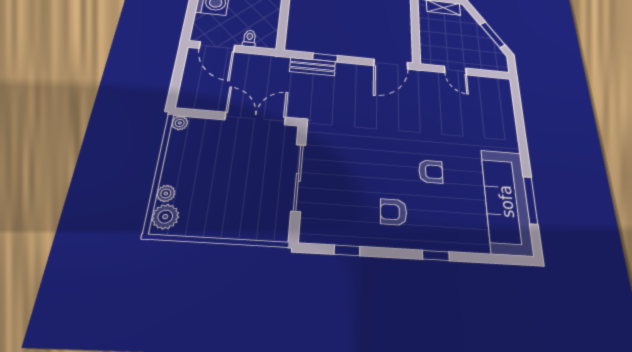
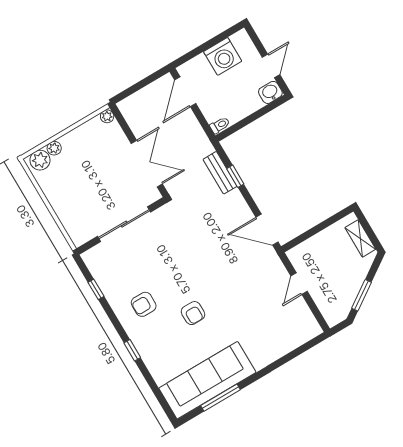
toilet: (249, 39) -> (220, 125), moved
armchair: (394, 212) -> (144, 304), turned -90

